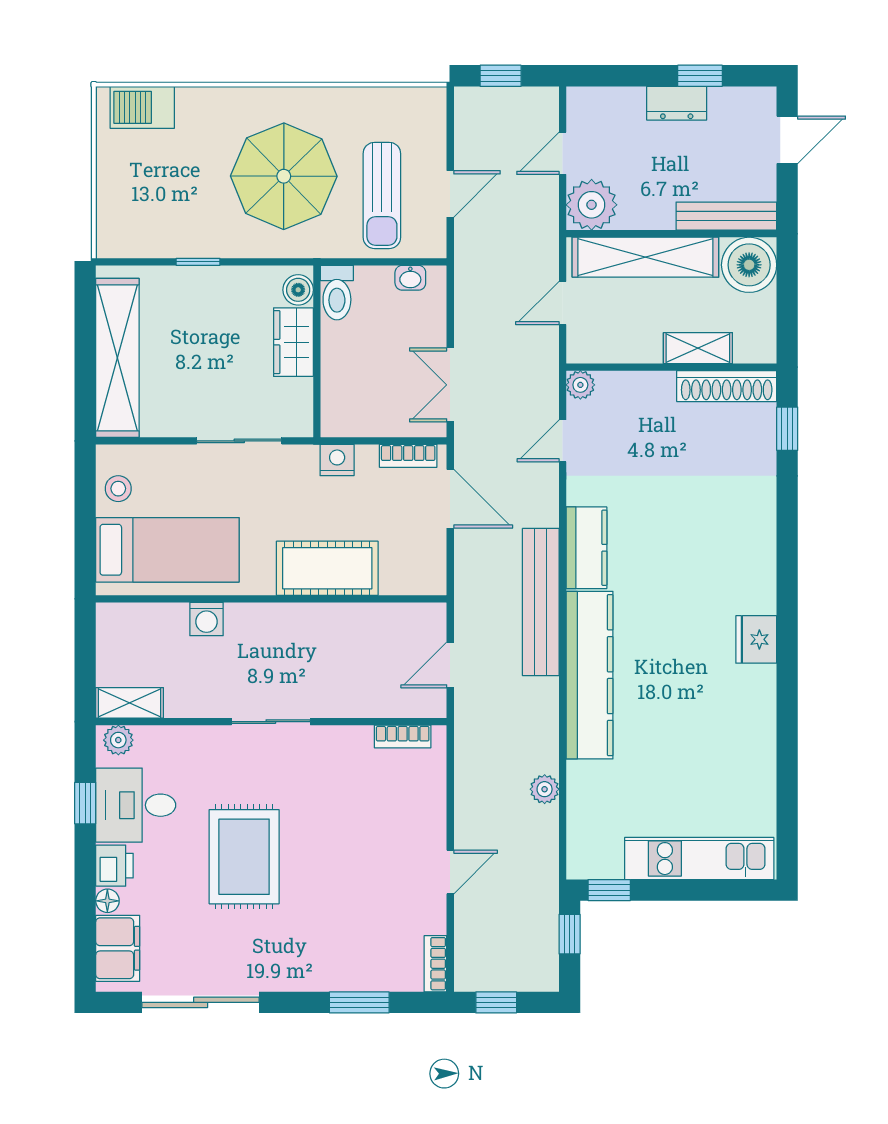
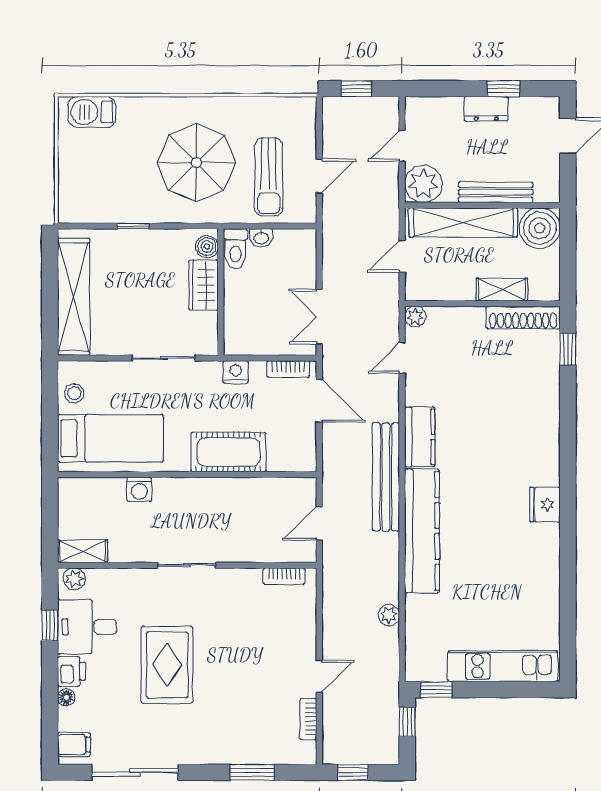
bench: (726, 216) -> (496, 192), moved
washbasin: (410, 278) -> (261, 238), moved
filing cabinet: (118, 948) -> (74, 745), width x0.50
bookcase: (435, 964) -> (308, 719), moved

